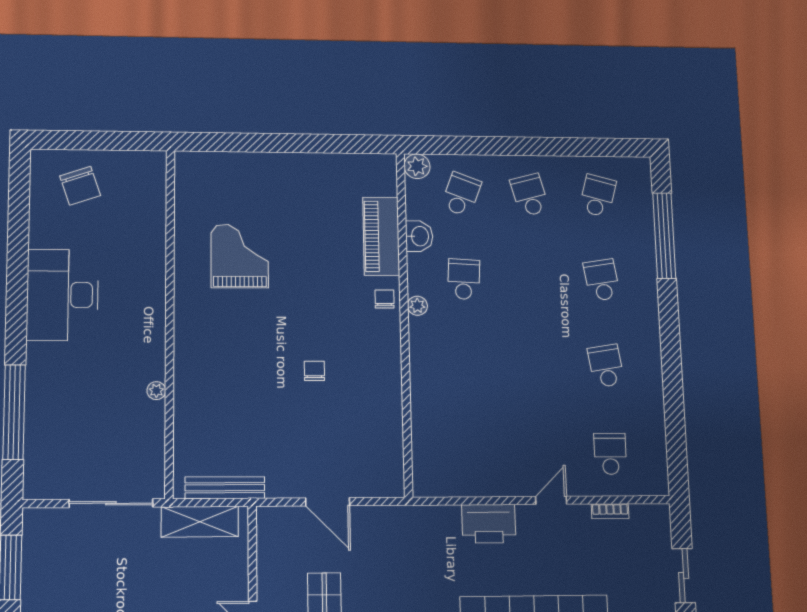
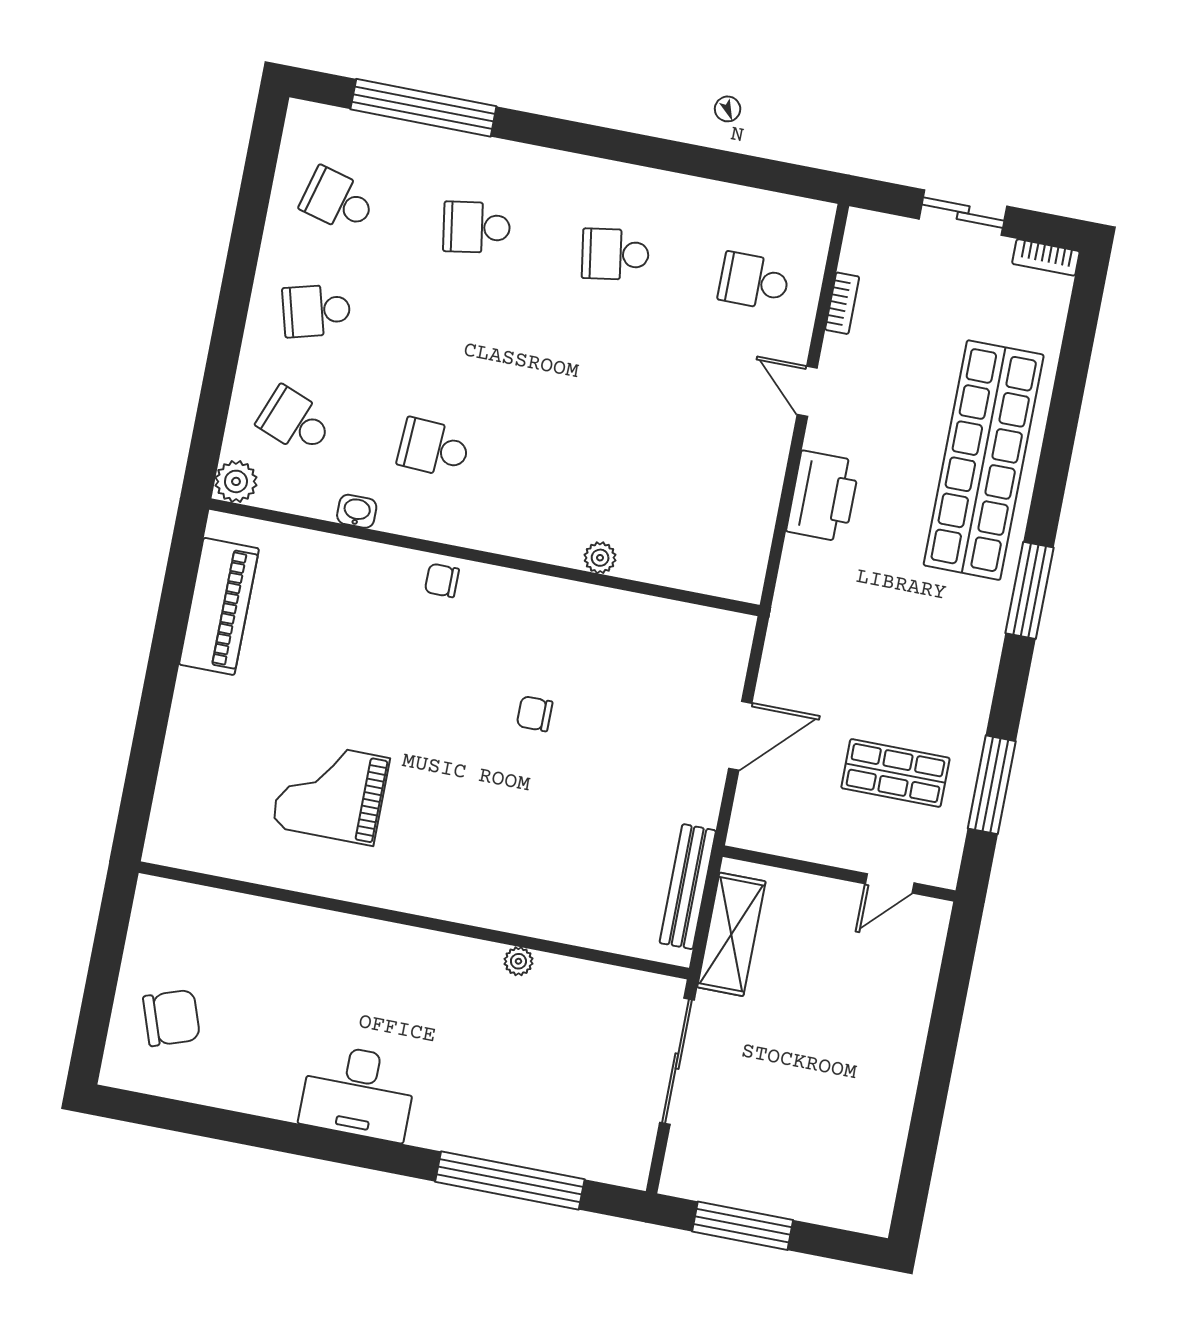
piano: (381, 236) -> (219, 606), moved, turned -90
washbasin: (419, 236) -> (357, 511), width x0.72, depth x0.69
desk: (62, 295) -> (358, 1092), width x0.73, depth x0.77
plant: (417, 306) -> (600, 558), moved

